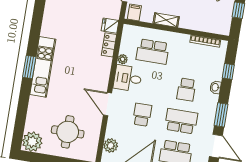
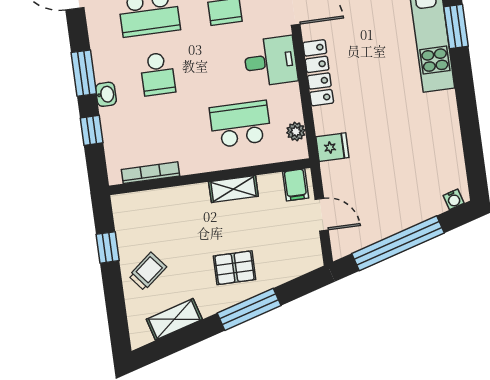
locker: (109, 45) -> (318, 73), moved, width x1.53
plant: (123, 59) -> (296, 132), moved
school desk: (186, 90) -> (158, 74), turned 180
window: (221, 115) -> (84, 73), moved

